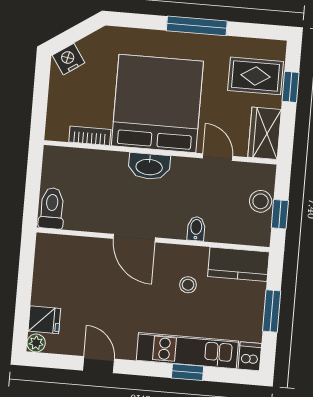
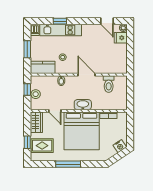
toilet: (52, 208) -> (109, 84), moved
door: (99, 365) -> (107, 21), moved

